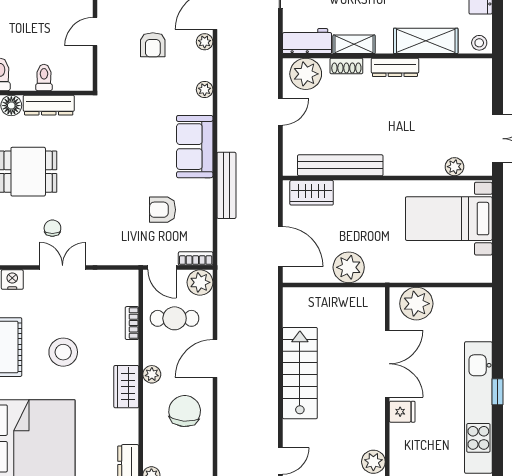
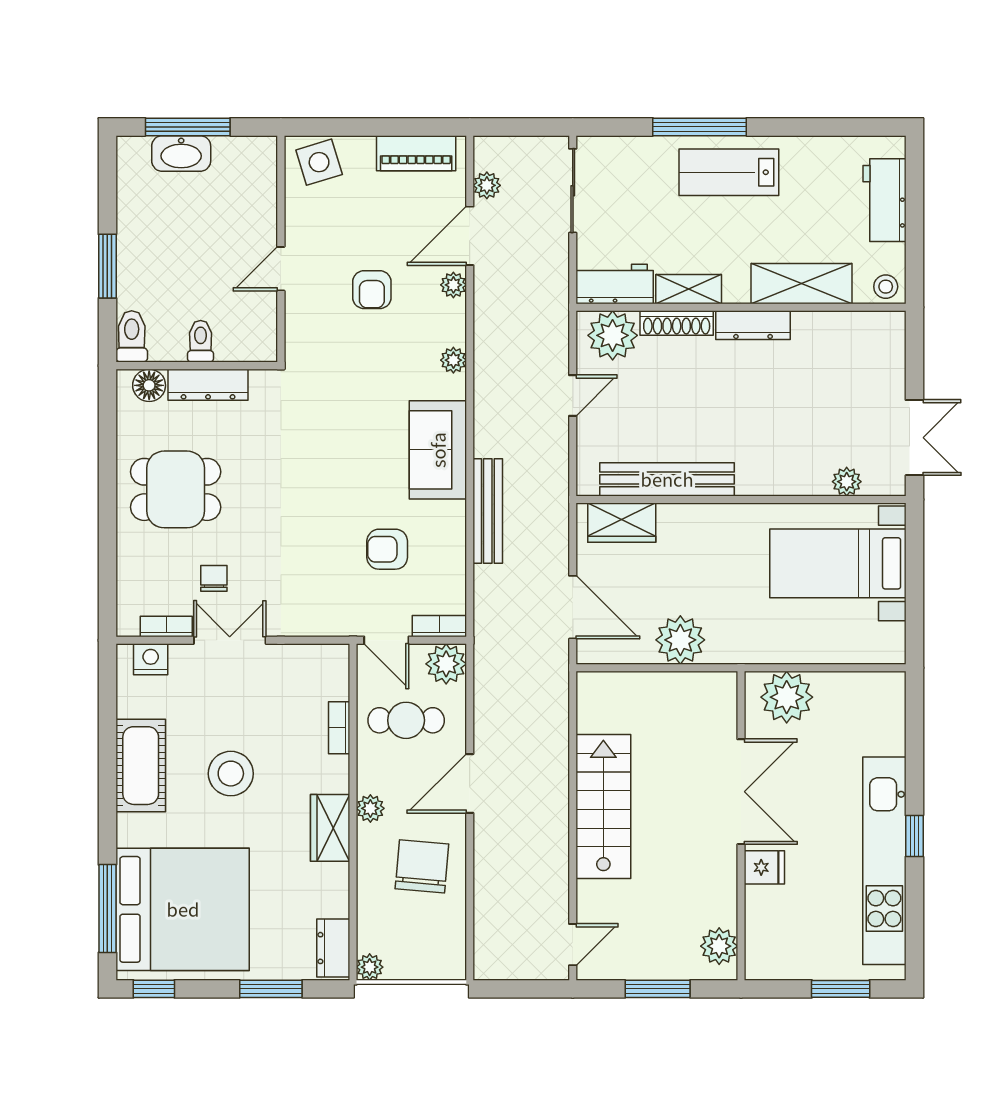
shoe rack: (346, 66) -> (677, 323), width x1.43
bookcase: (22, 259) -> (166, 627), added

